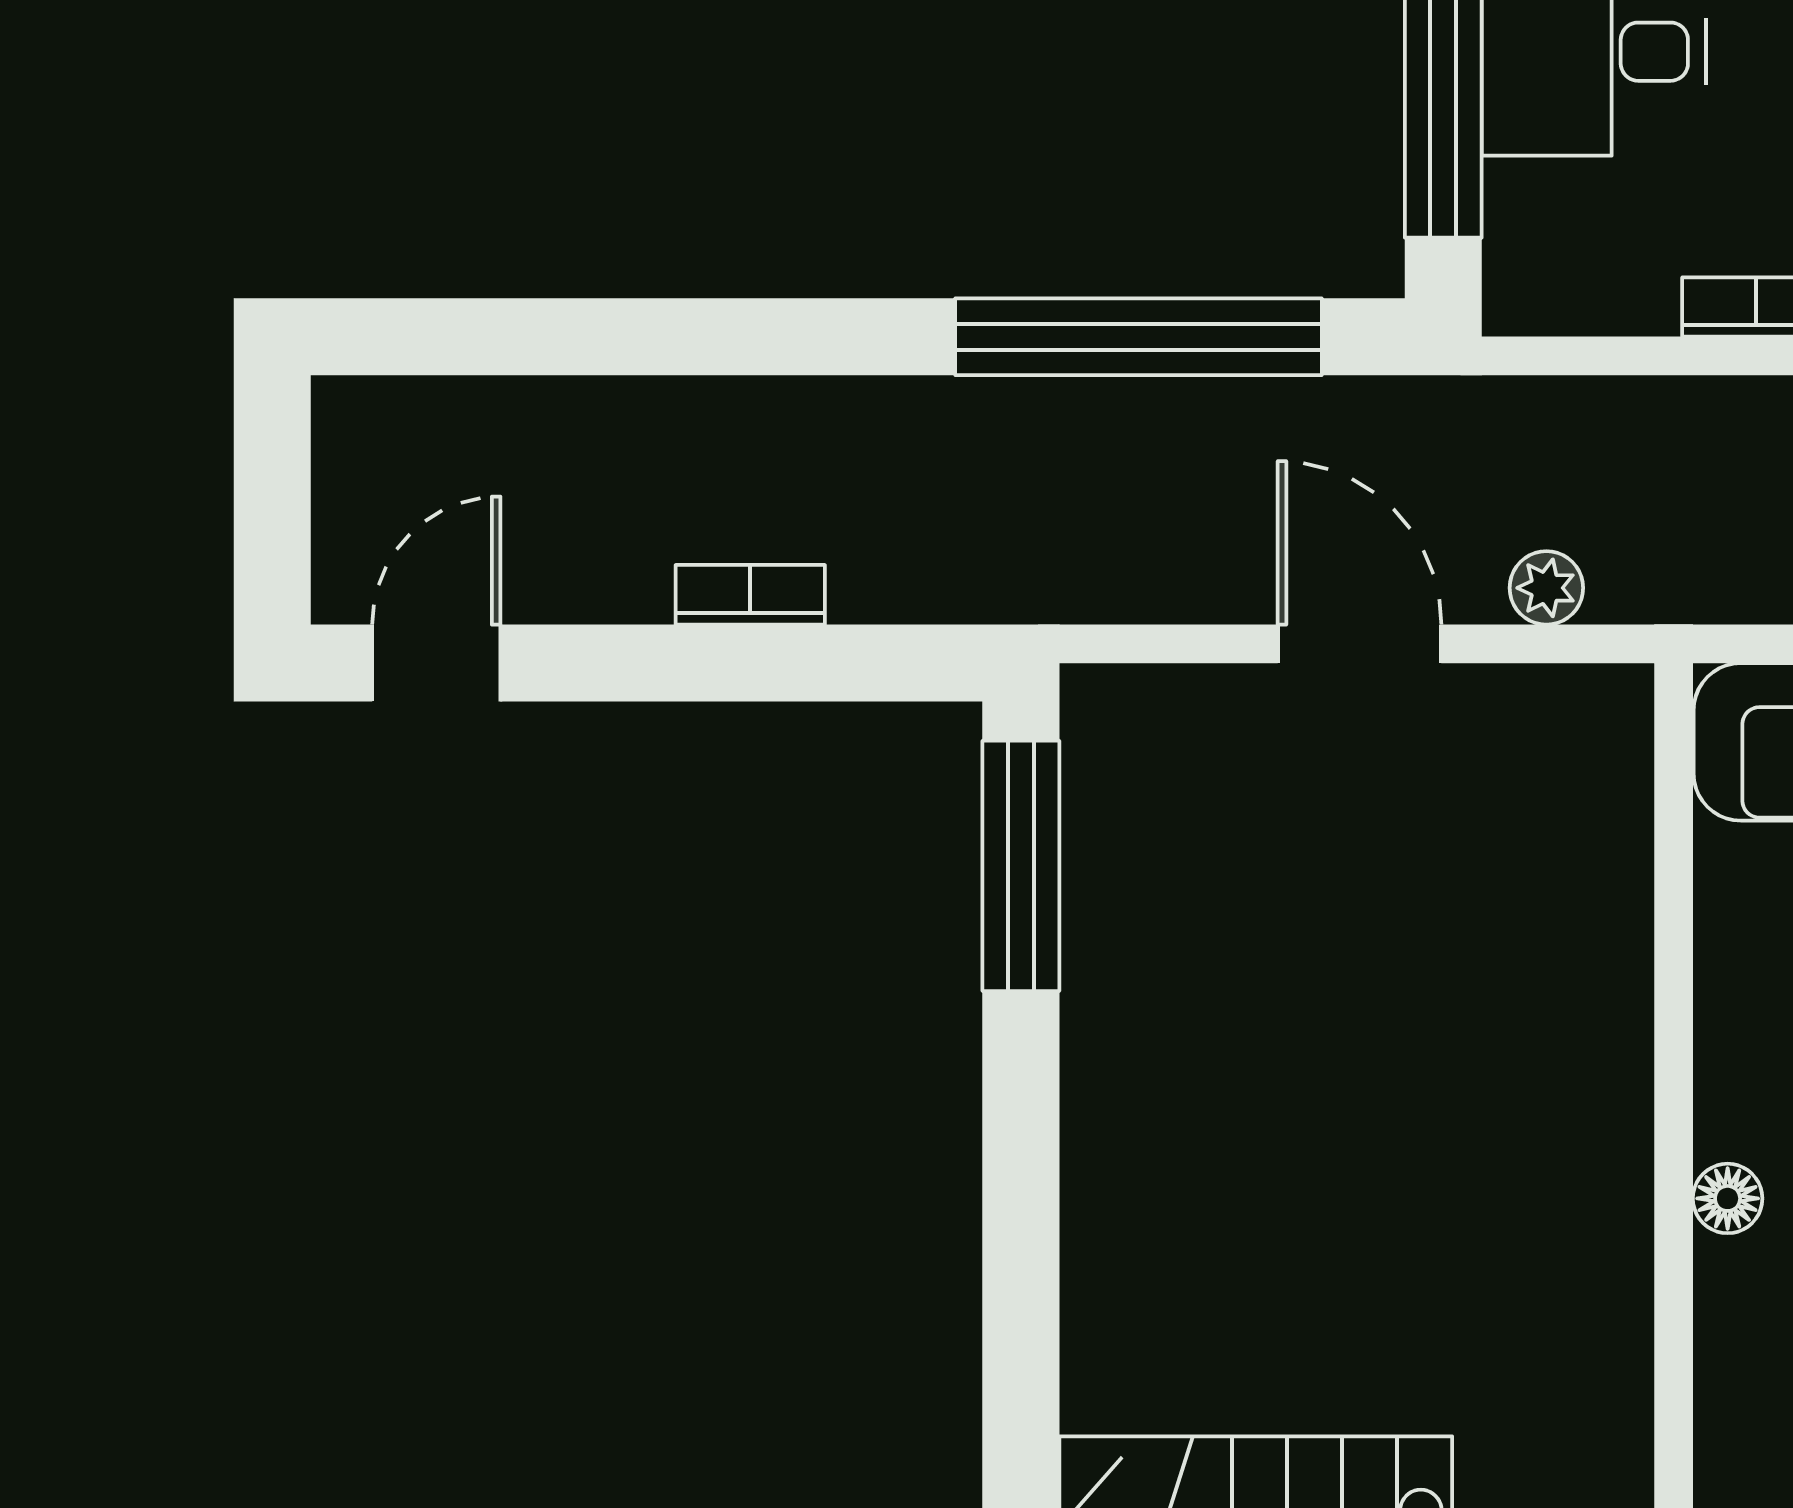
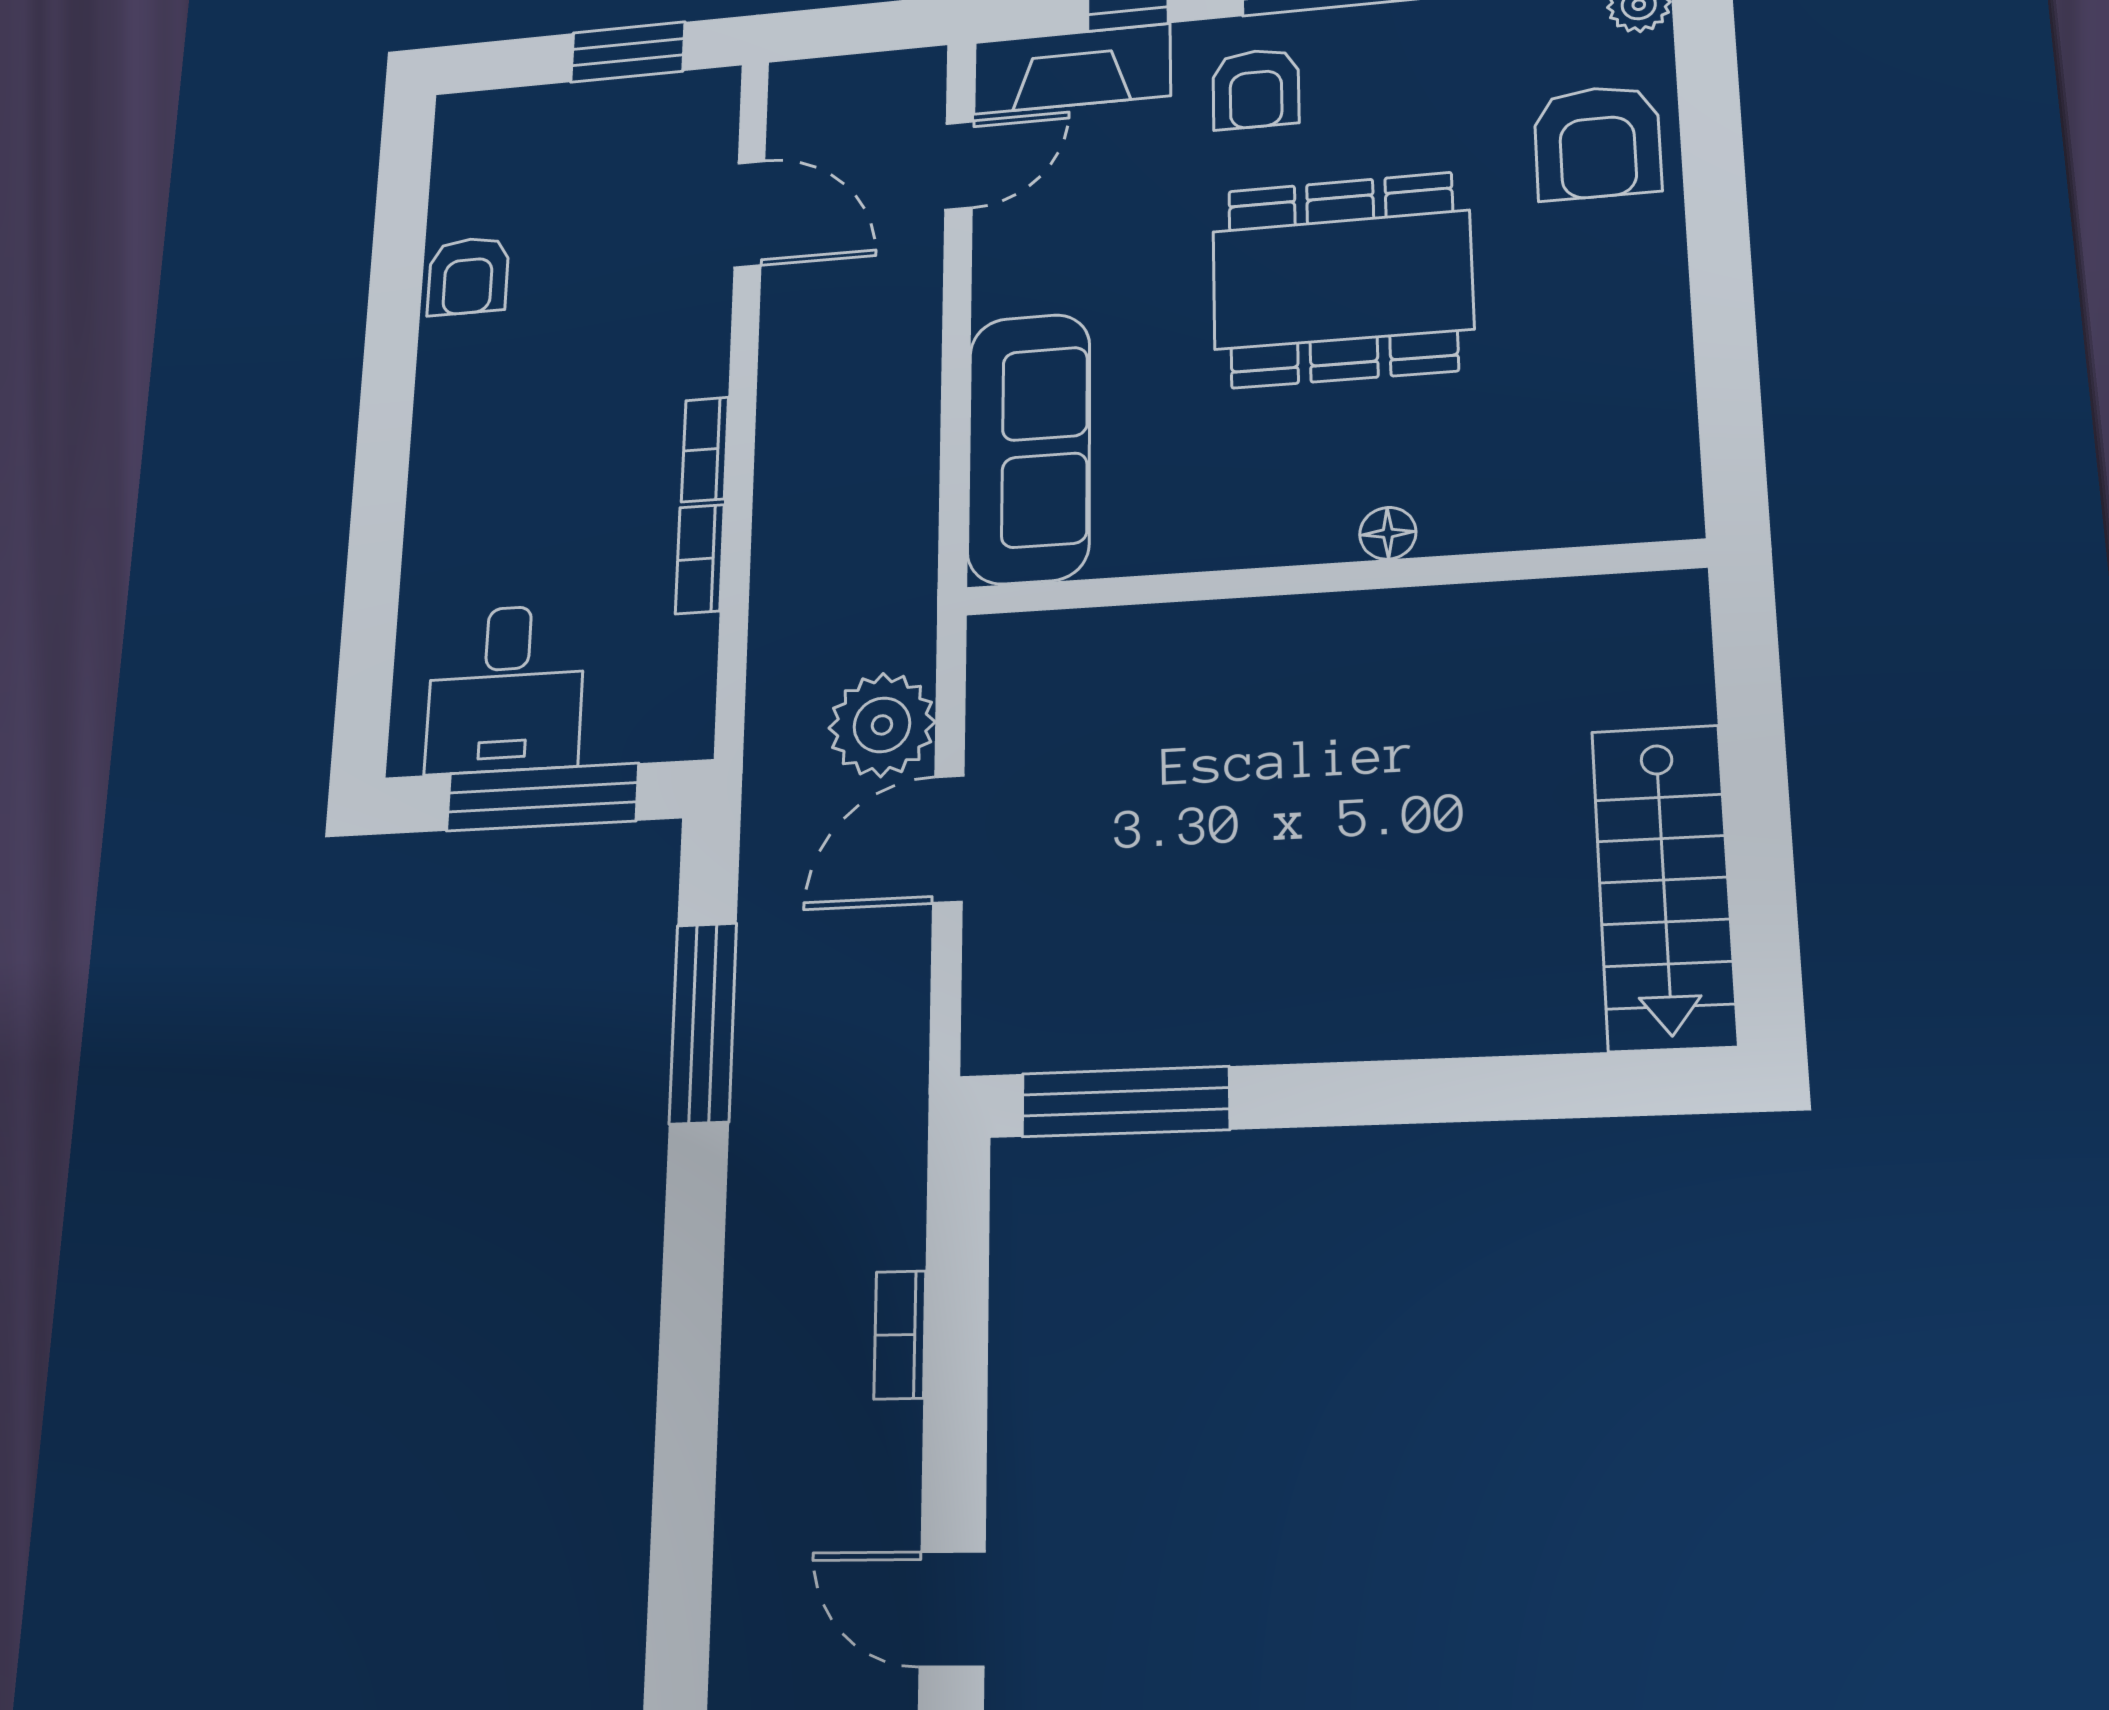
window: (1139, 337) -> (703, 1023), width x0.68
plant: (1546, 588) -> (882, 725), width x1.88, depth x1.88

